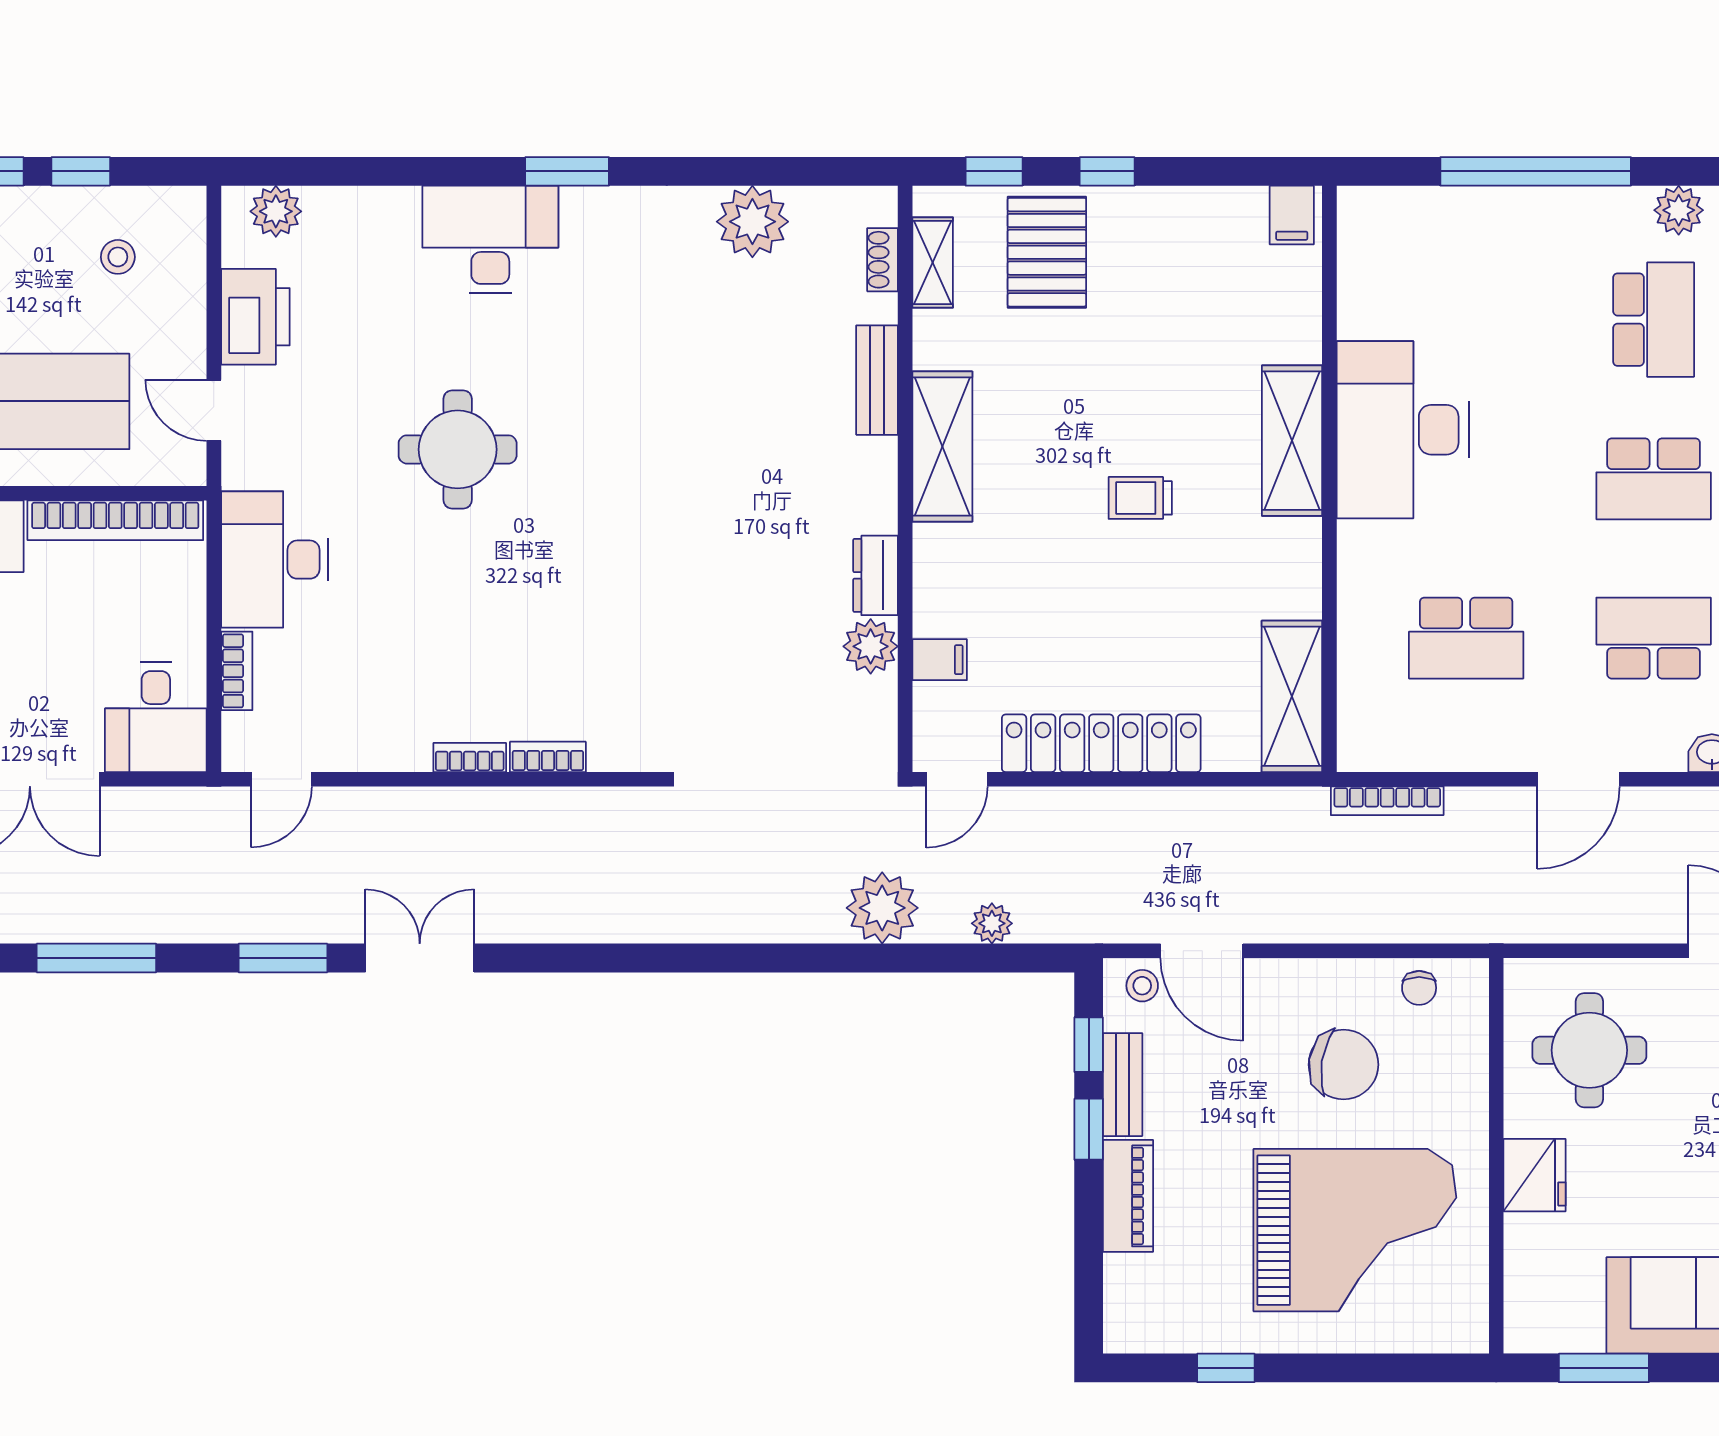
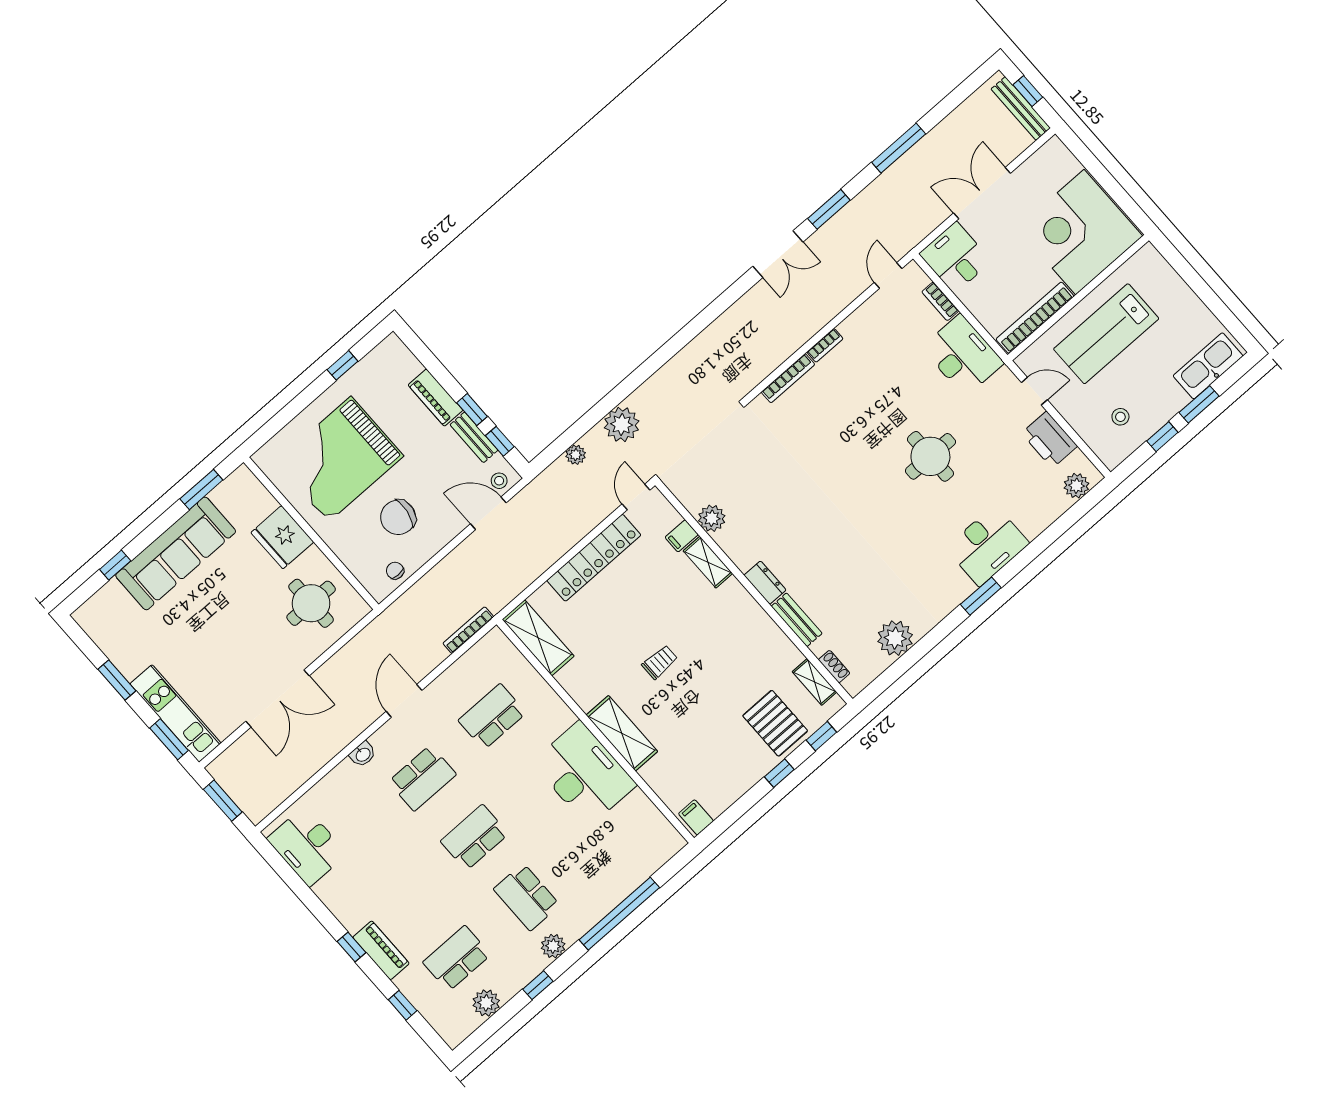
shelving: (942, 447) -> (708, 562), moved, width x0.67, depth x0.75
dresser: (876, 575) -> (765, 583), moved
bookcase: (548, 757) -> (788, 378), width x1.56
fridge: (1535, 1175) -> (282, 537), width x1.36, depth x1.34

